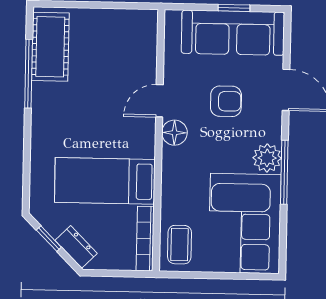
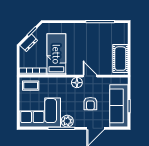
cot: (50, 47) -> (120, 59), moved, turned 90

